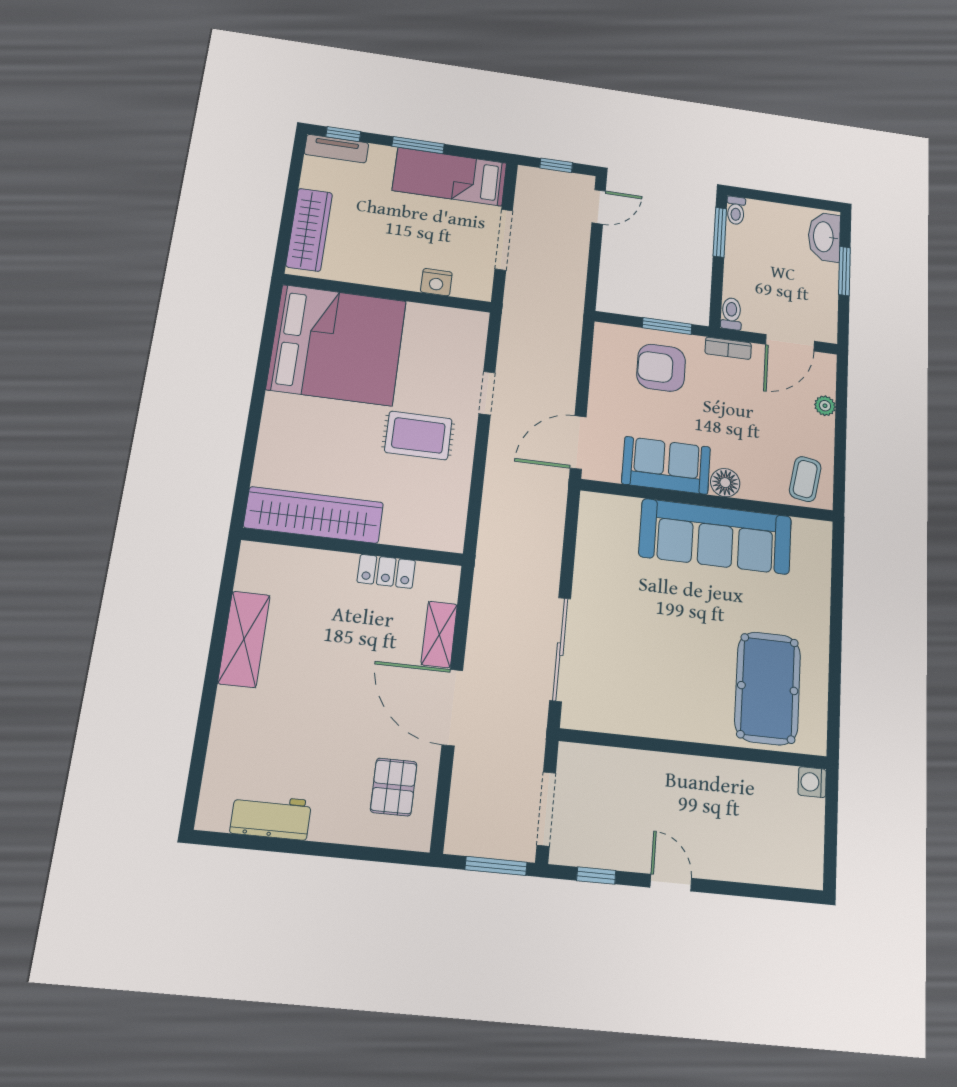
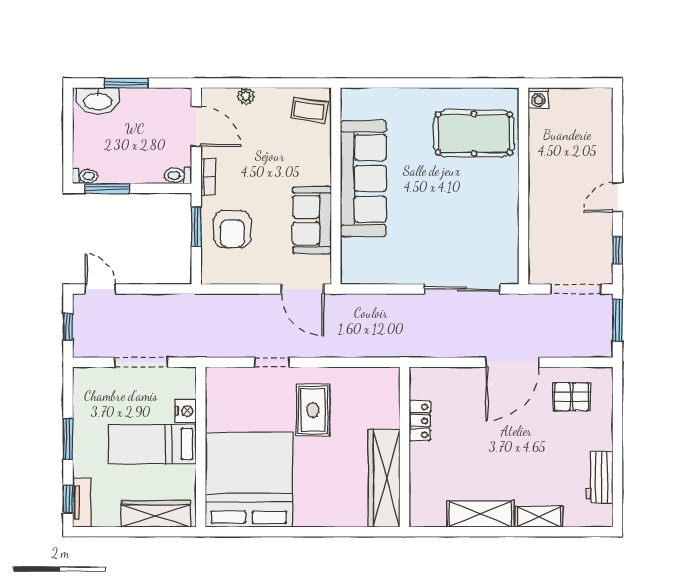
bed: (450, 177) -> (152, 444), moved, turned 90
floor lamp: (725, 483) -> (320, 173), removed
shelving: (439, 634) -> (539, 517), moved

